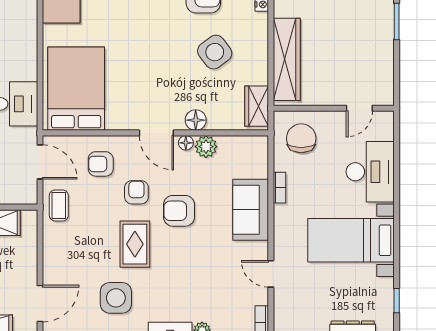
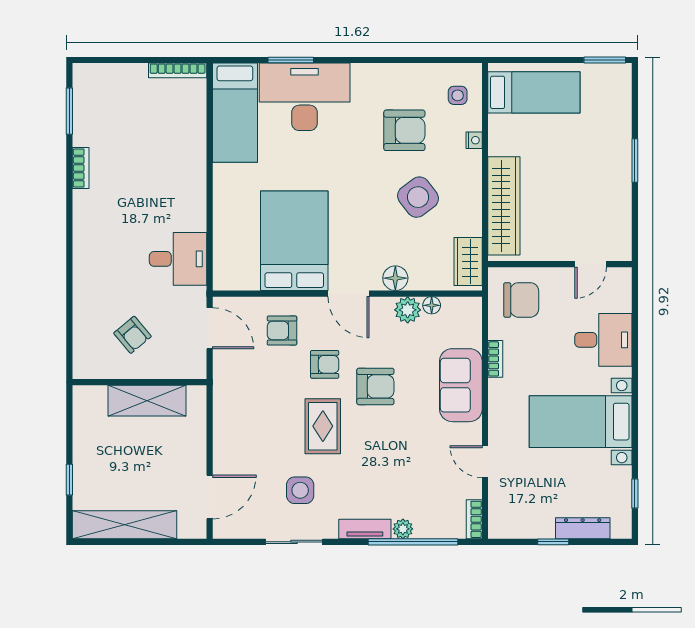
bed: (76, 89) -> (294, 241), moved
chair: (301, 138) -> (521, 300), turned 90
floor lamp: (186, 143) -> (432, 305), moved
desk: (370, 172) -> (603, 340), width x0.73
armchair: (136, 192) -> (325, 364), turned 90
coffee table: (59, 205) -> (232, 380), removed
armchair: (179, 211) -> (375, 386), turned 180
side table: (116, 298) -> (300, 490), width x0.73, depth x0.73

